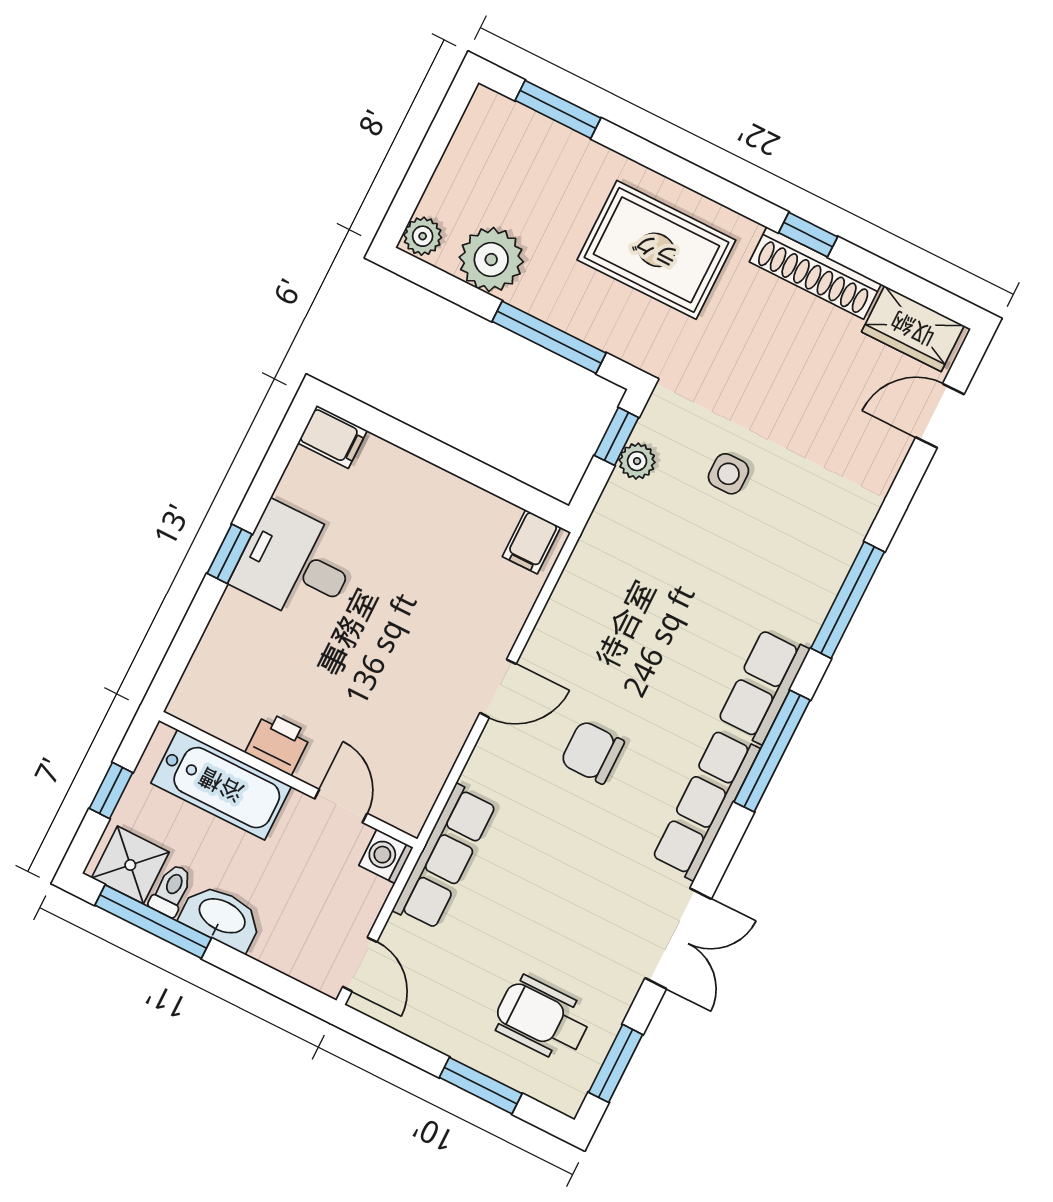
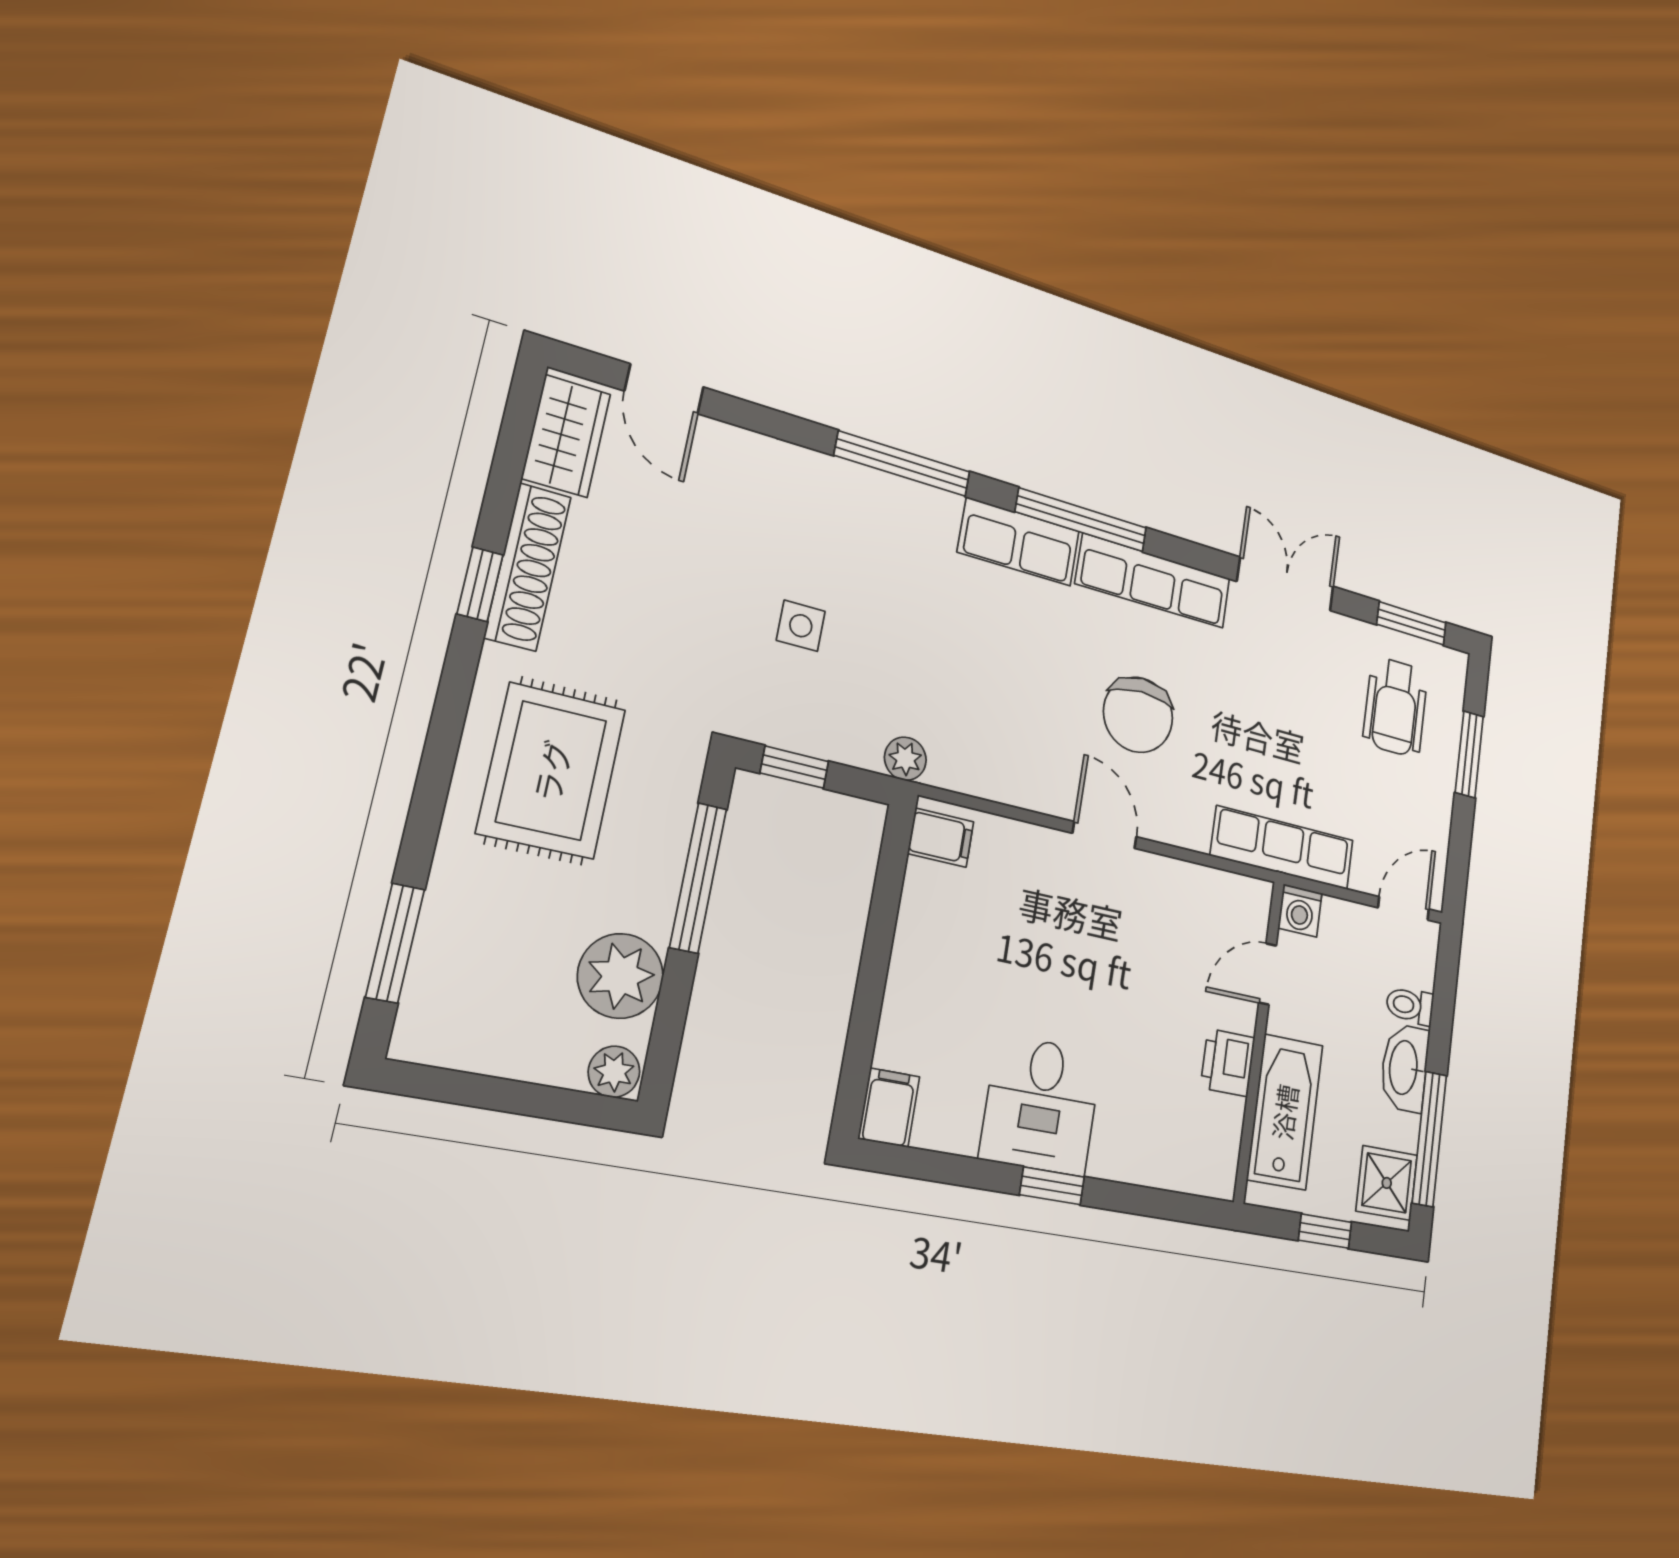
plant: (637, 461) -> (905, 759), moved
chair: (592, 752) -> (1138, 715), width x1.37, depth x1.37
toilet: (171, 890) -> (1410, 1006), moved

